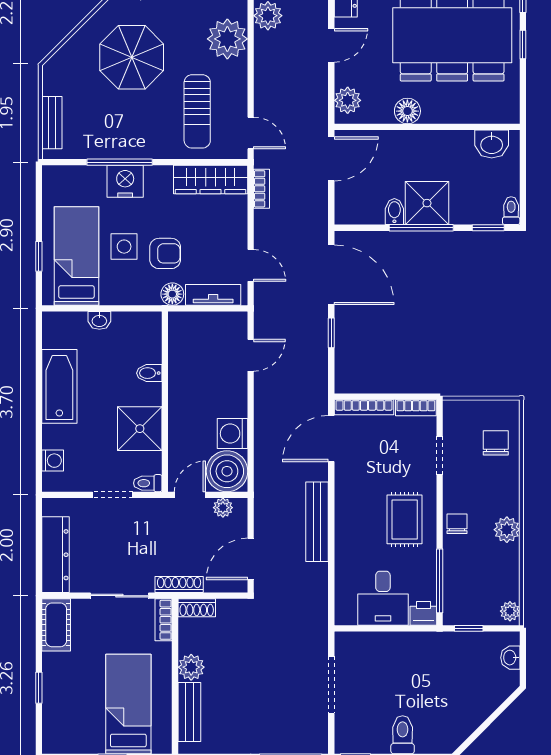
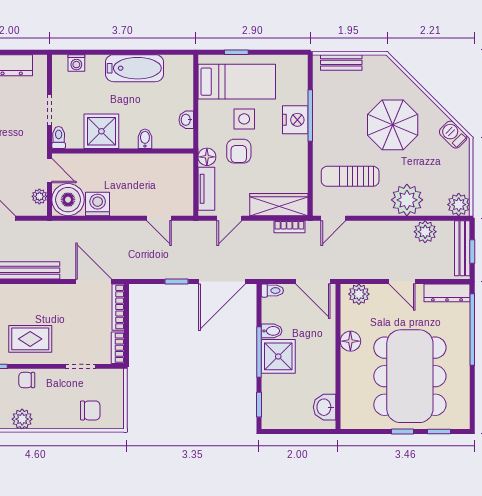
wardrobe: (211, 180) -> (279, 205), moved, turned 90
toilet: (511, 211) -> (272, 291), moved
washbasin: (99, 320) -> (186, 120), moved
chair: (457, 524) -> (27, 380), turned 180

